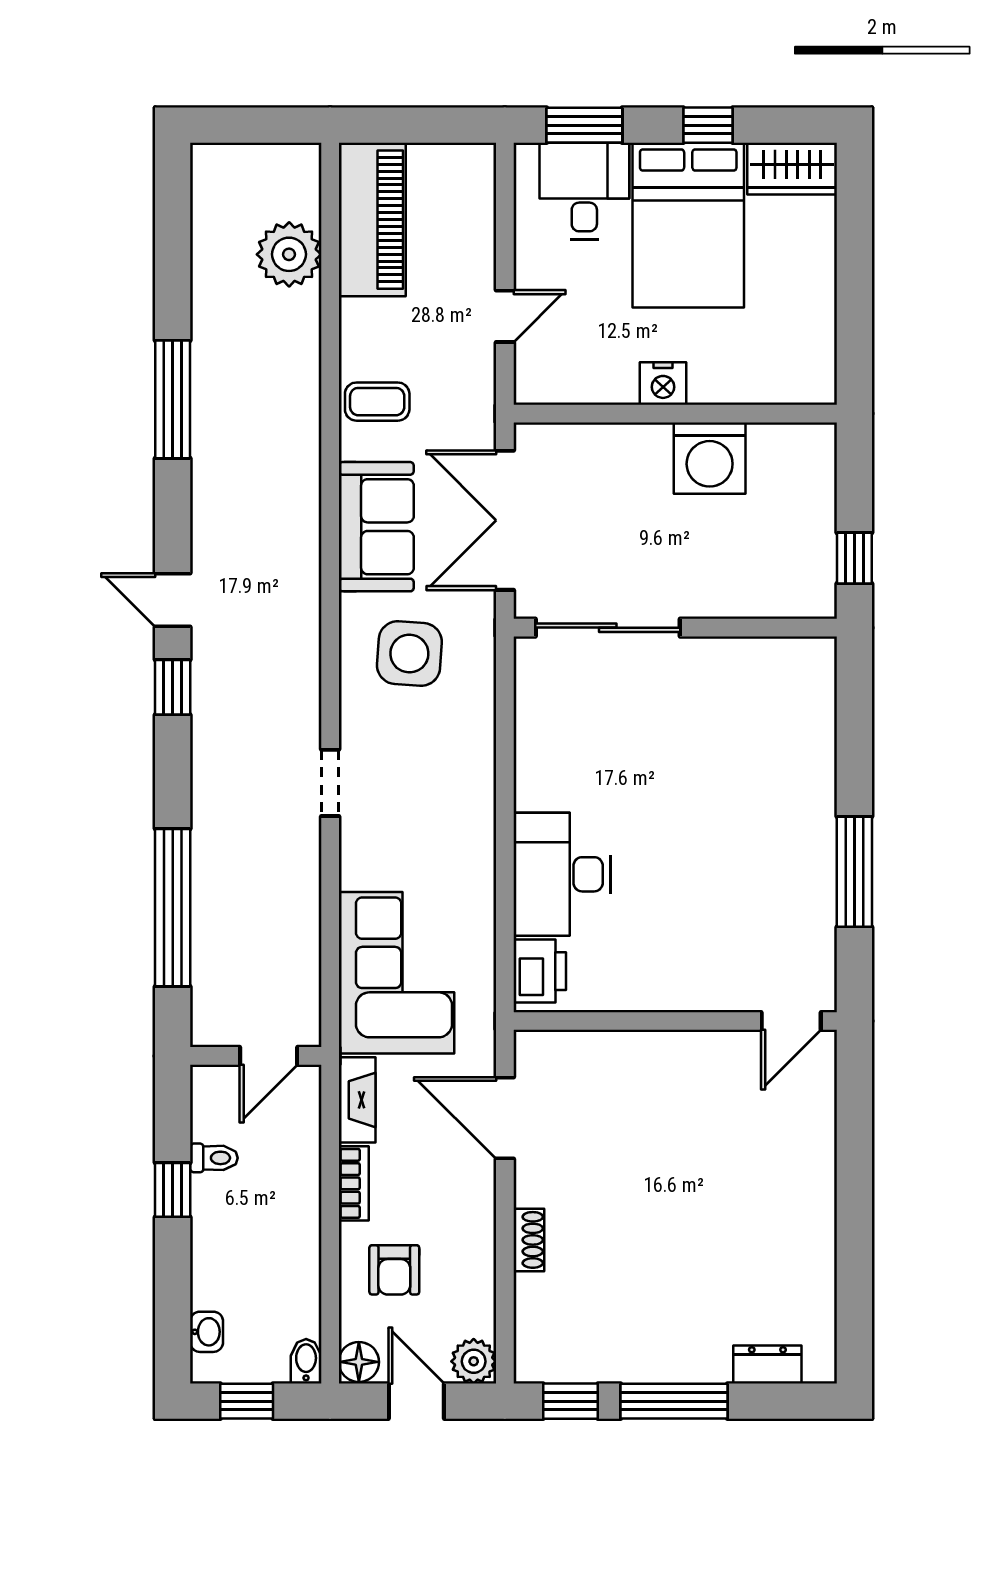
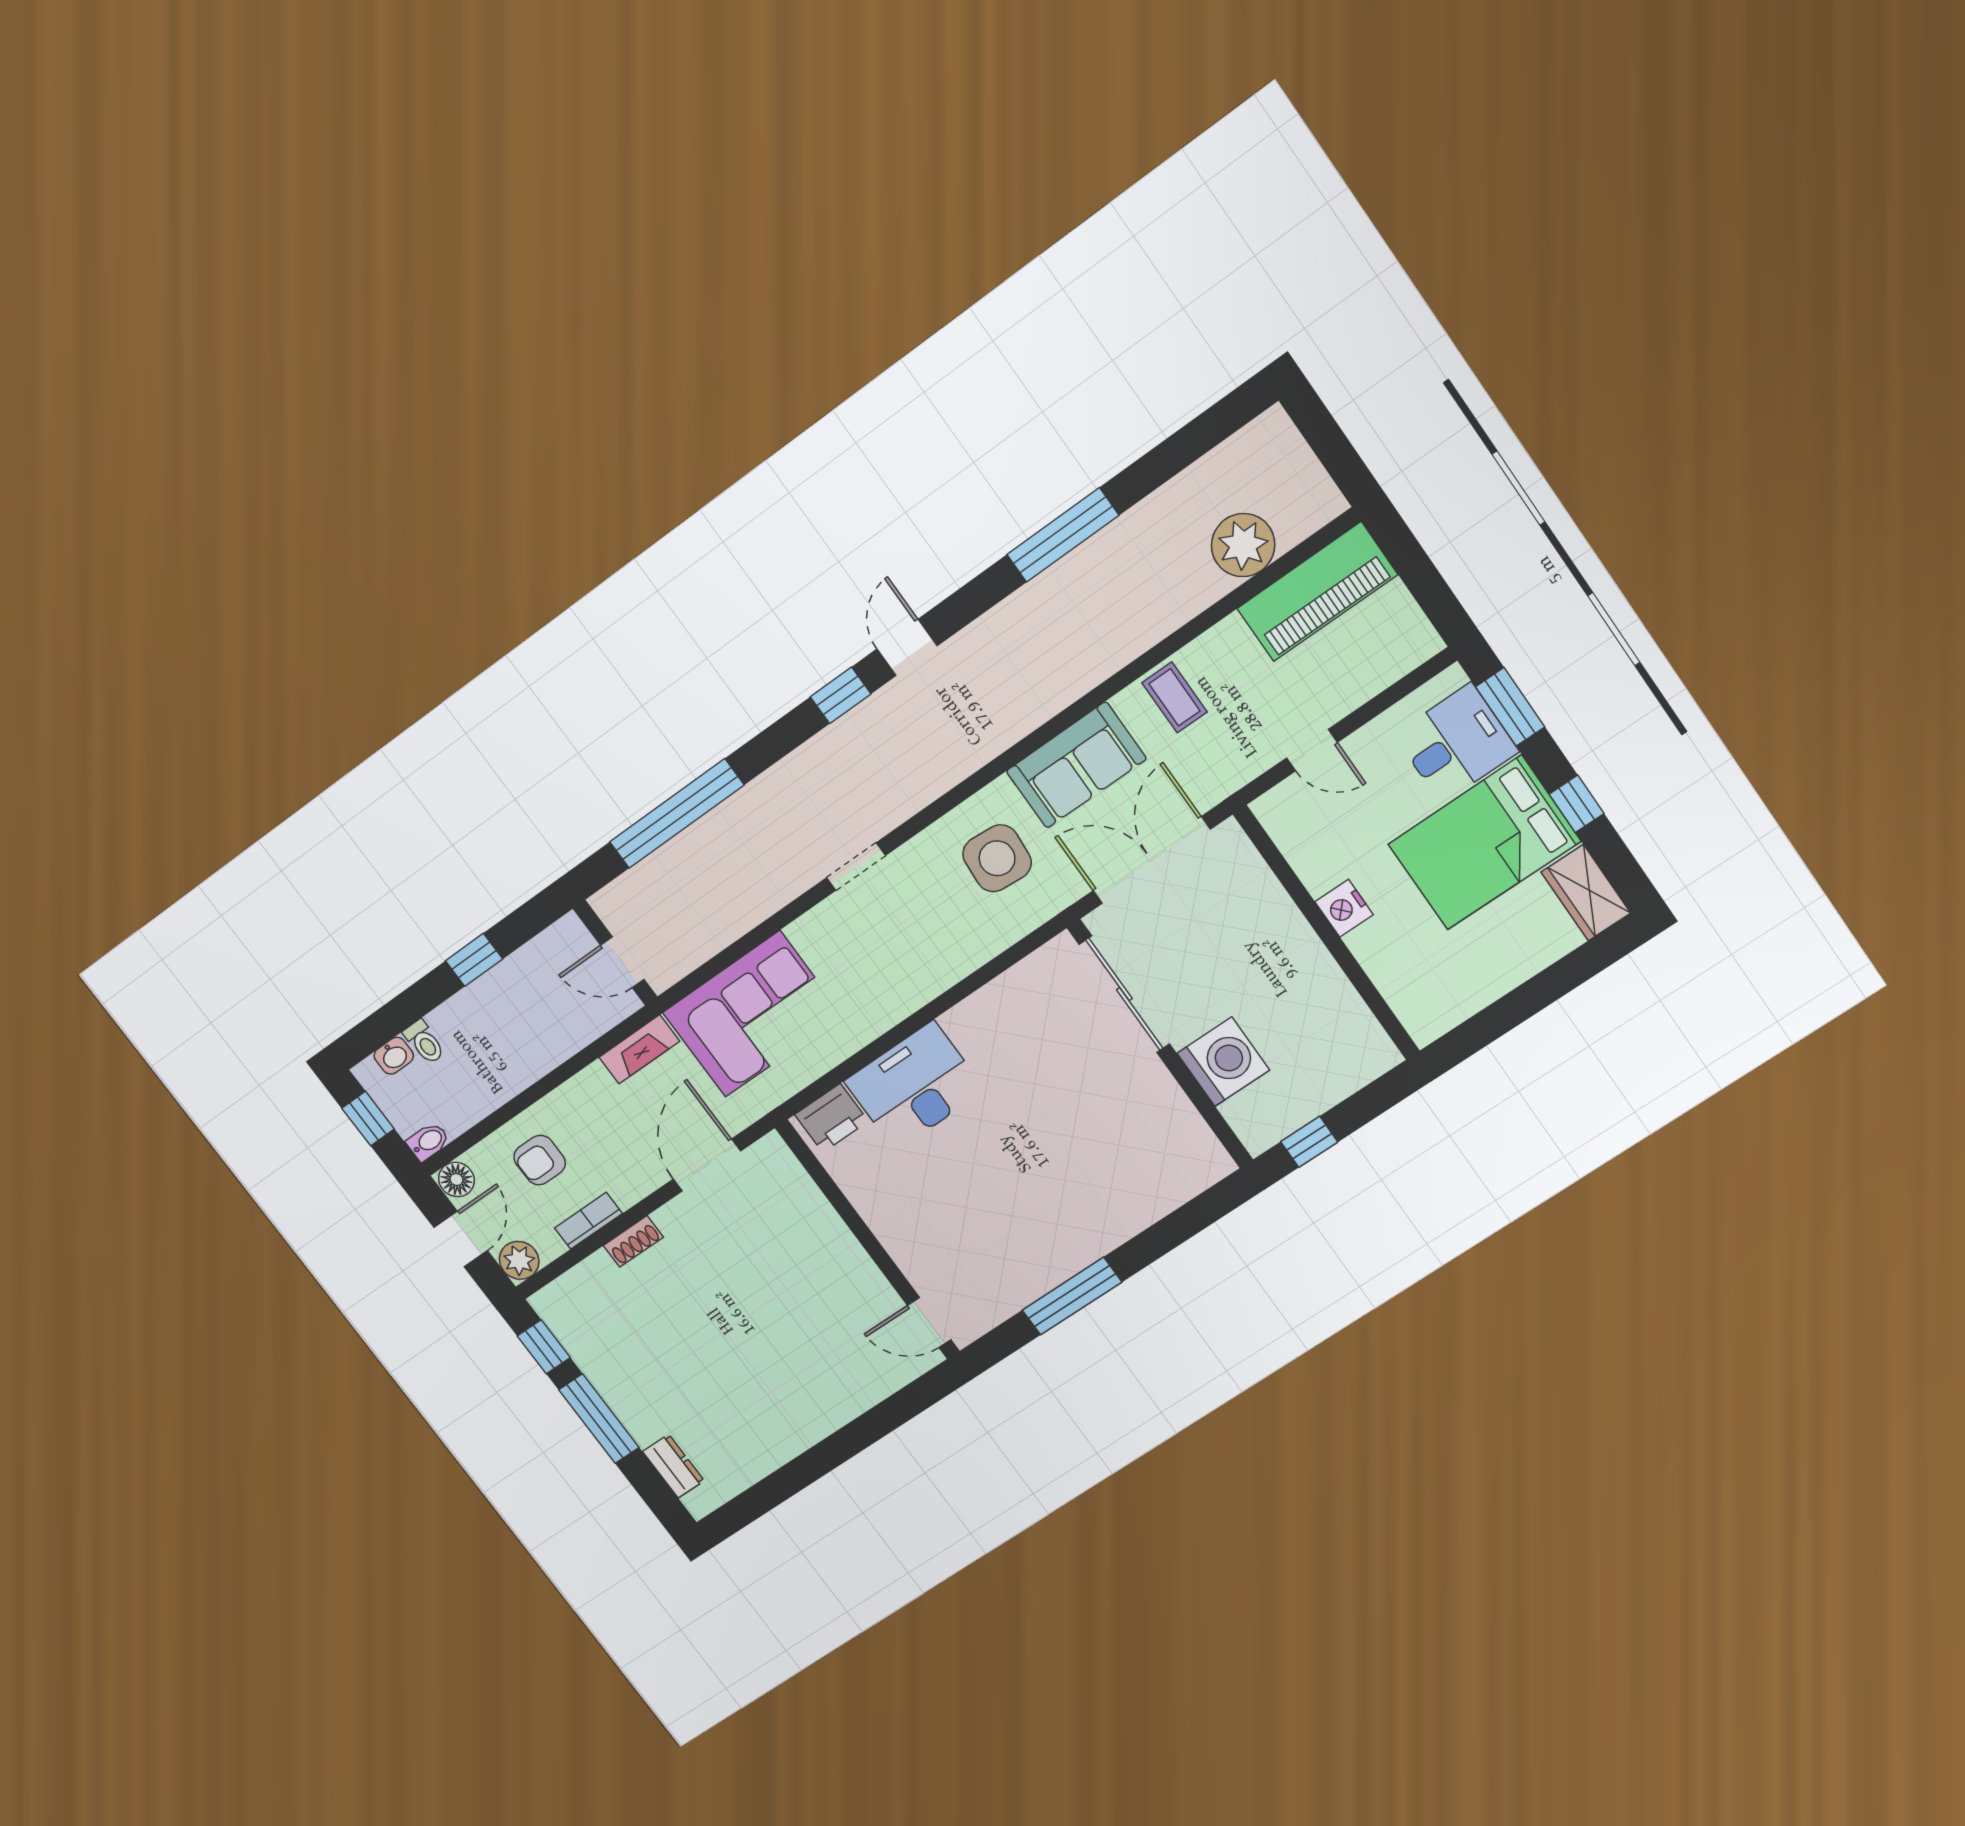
washing machine: (710, 458) -> (1223, 1062), moved, turned 180
toilet: (214, 1158) -> (424, 1042), moved
bookcase: (354, 1183) -> (588, 1221), moved, turned 180

